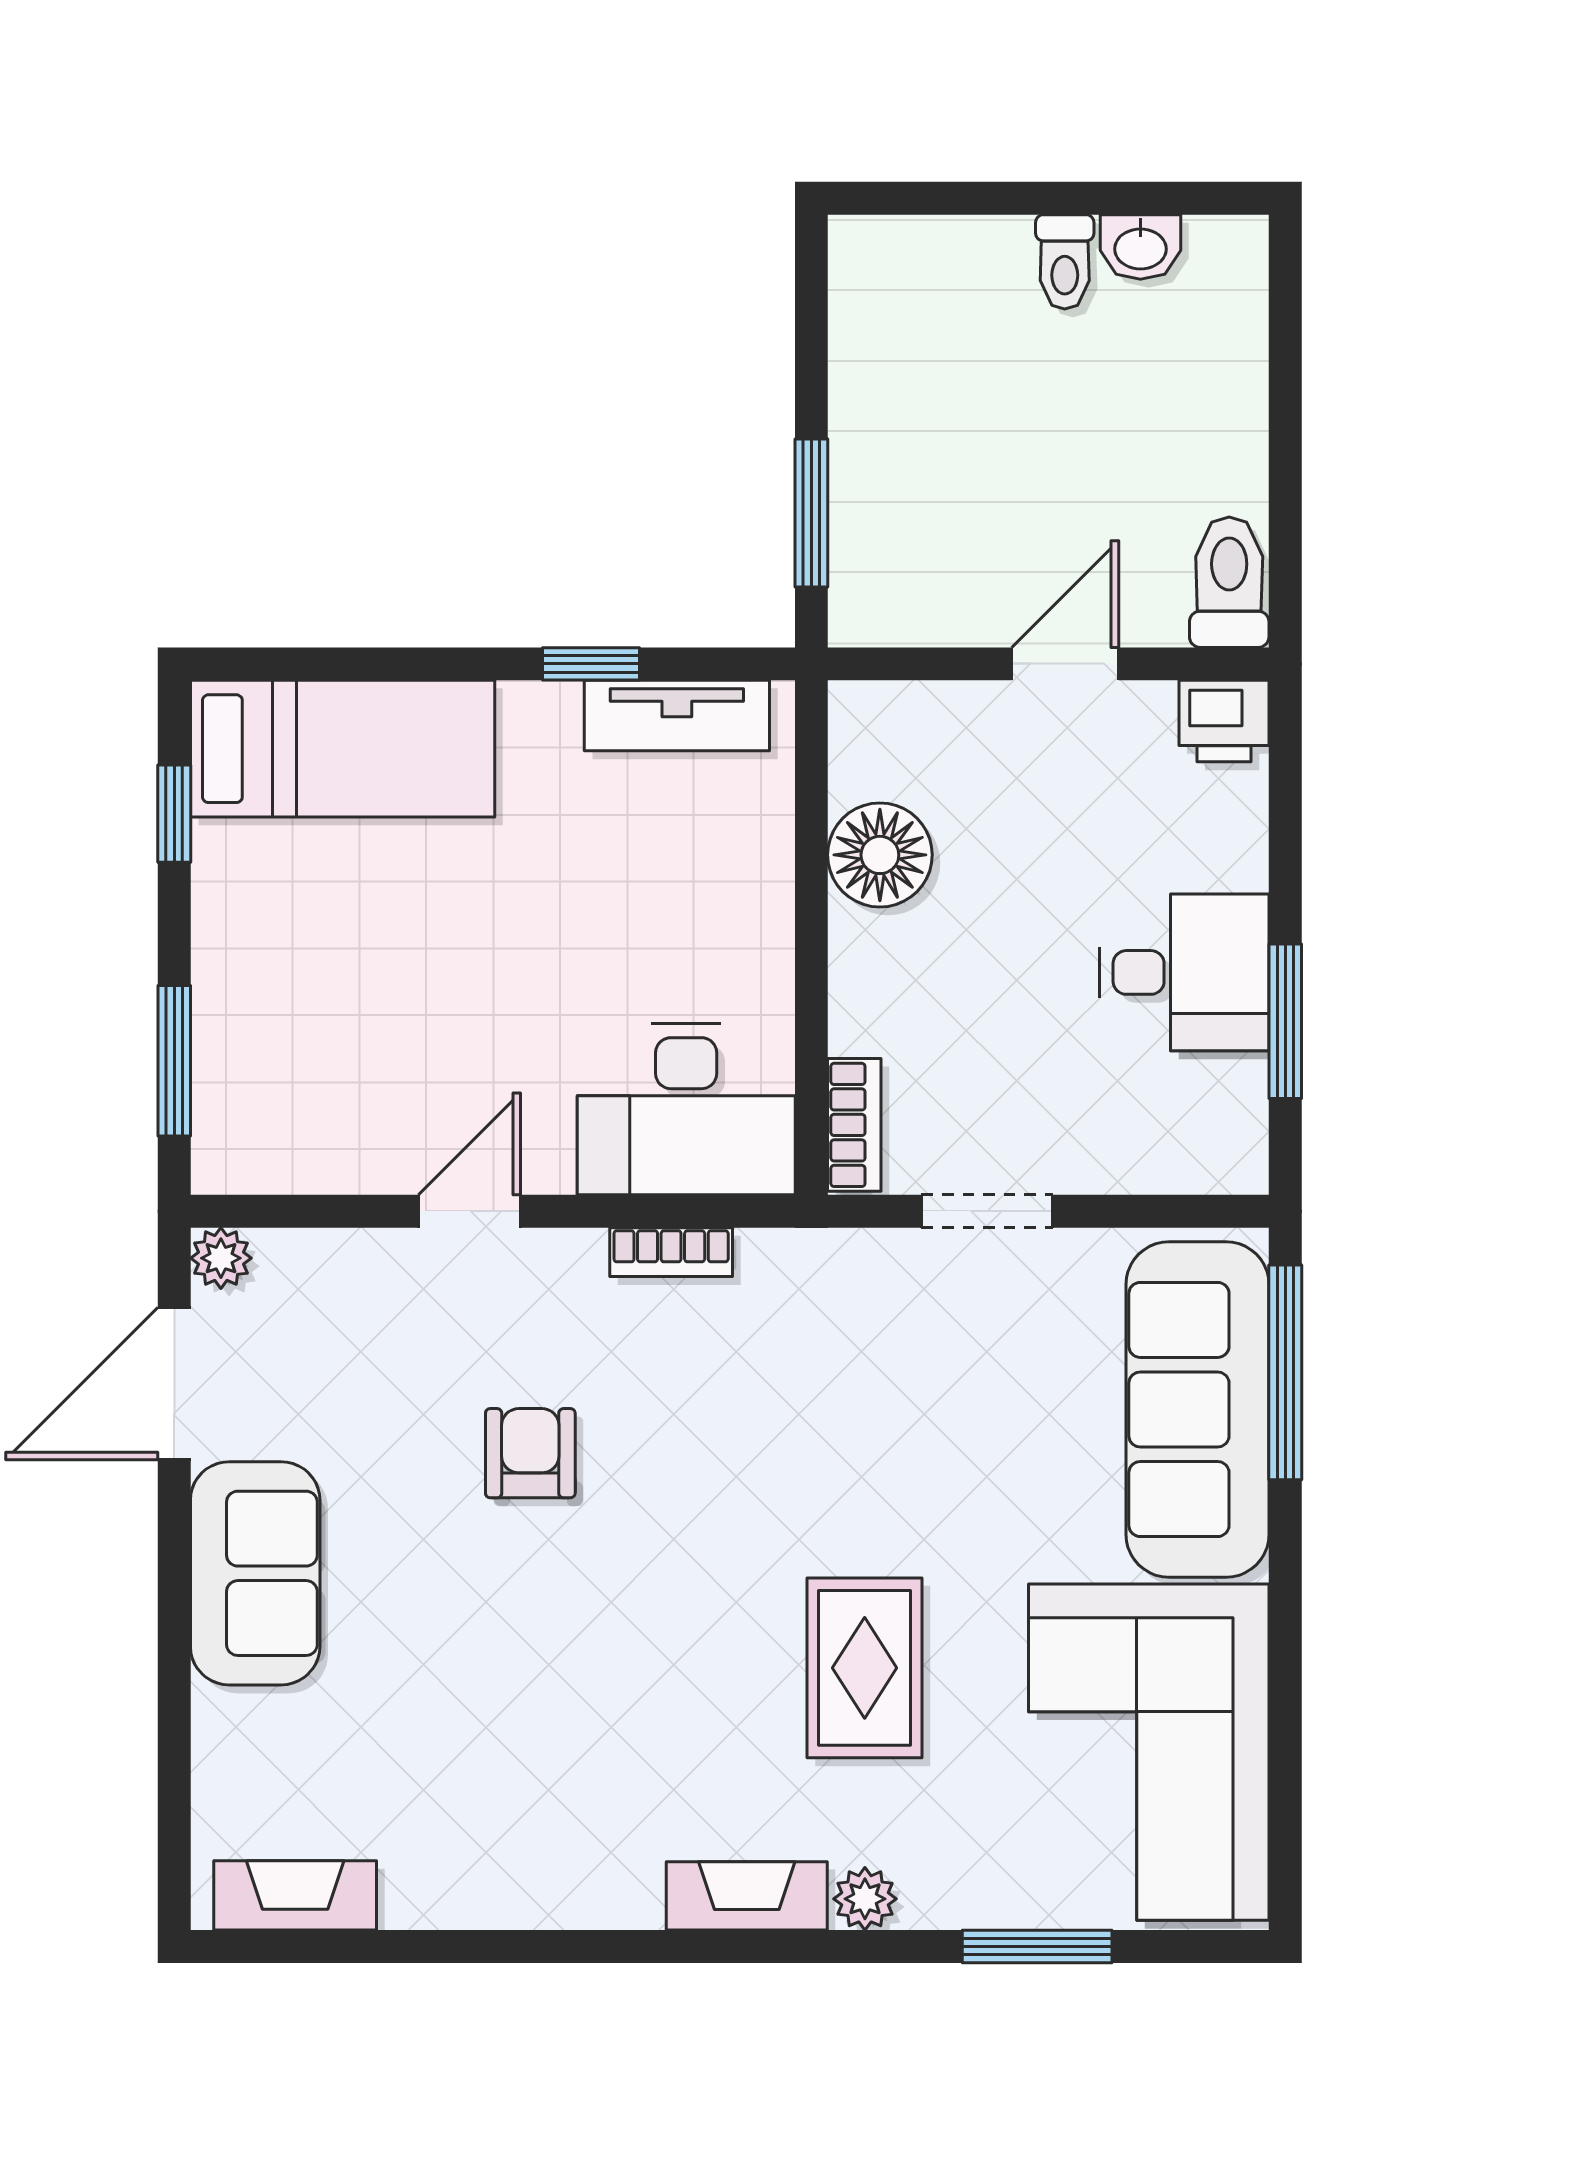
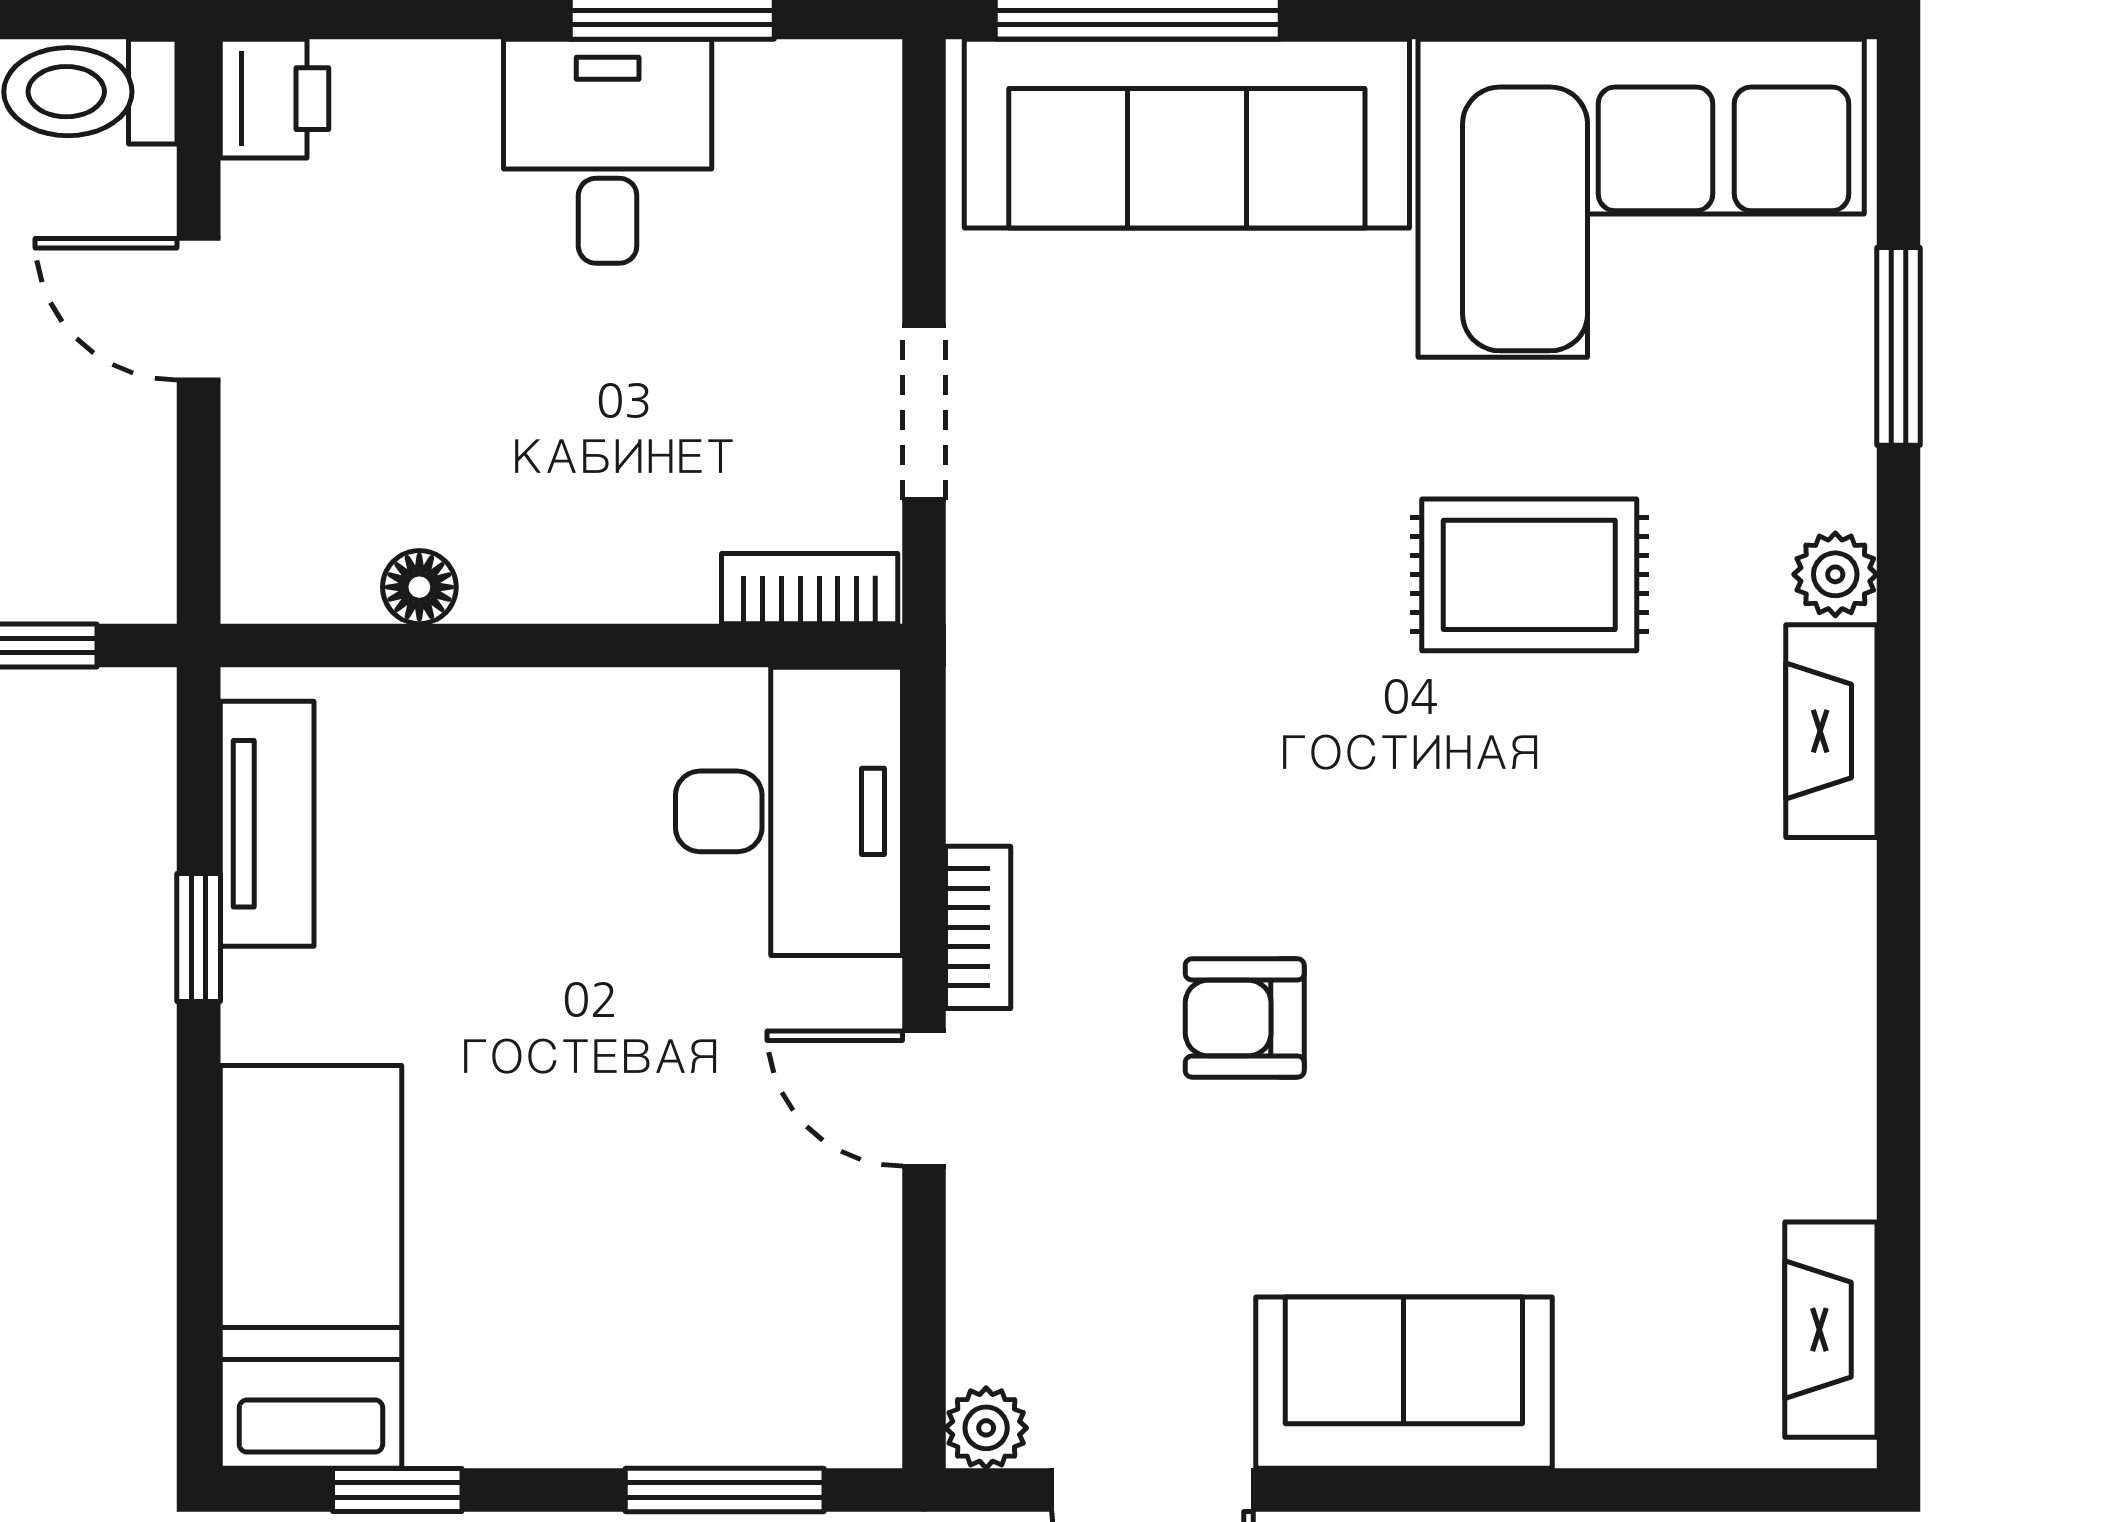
floor lamp: (880, 855) -> (419, 587), width x0.53, depth x0.53
bookcase: (671, 1252) -> (978, 927), moved

